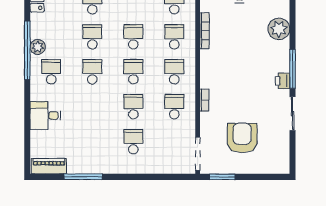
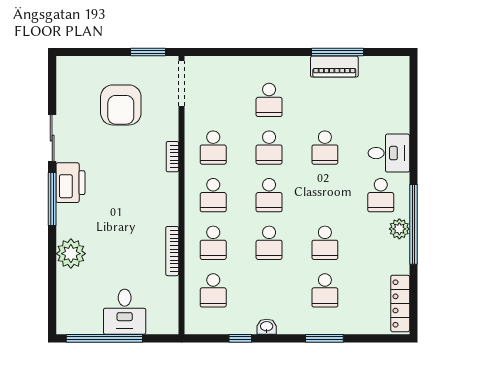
school desk: (92, 72) -> (325, 148), moved
printer: (283, 81) -> (70, 183), width x1.87, depth x1.48
desk: (45, 116) -> (389, 153), moved
piano: (49, 166) -> (334, 67), moved

